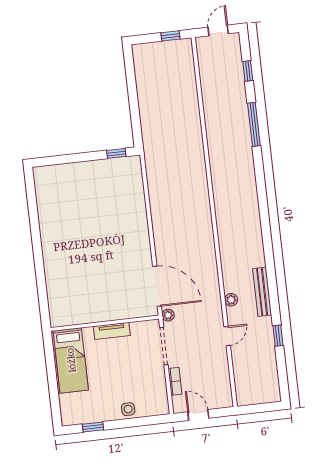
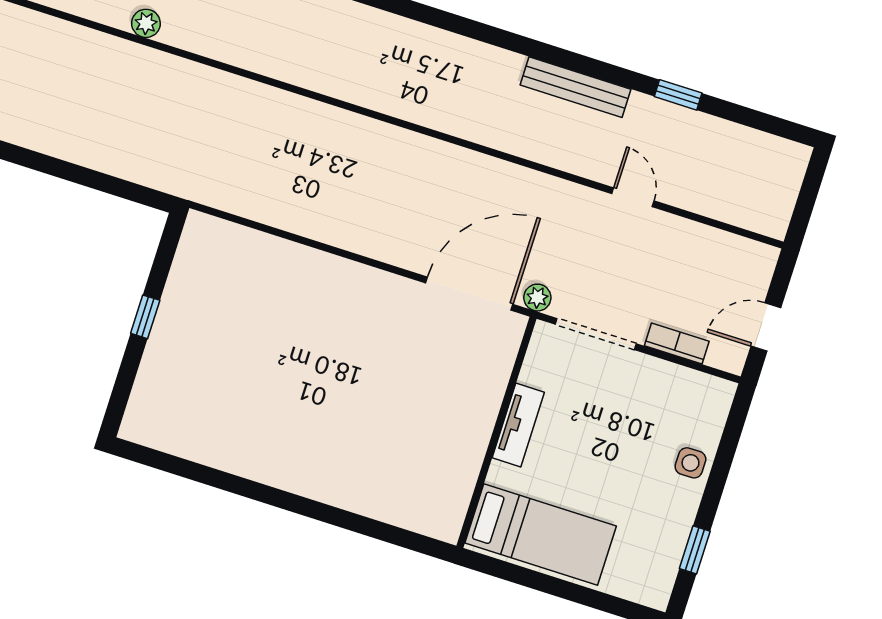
window: (116, 153) -> (145, 317), moved
plant: (231, 300) -> (146, 23), moved

